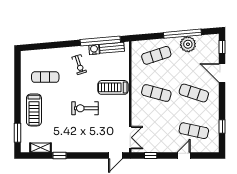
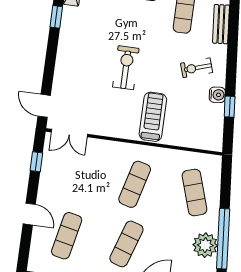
window: (100, 41) -> (230, 107), width x0.32
bench: (112, 48) -> (221, 24), moved

